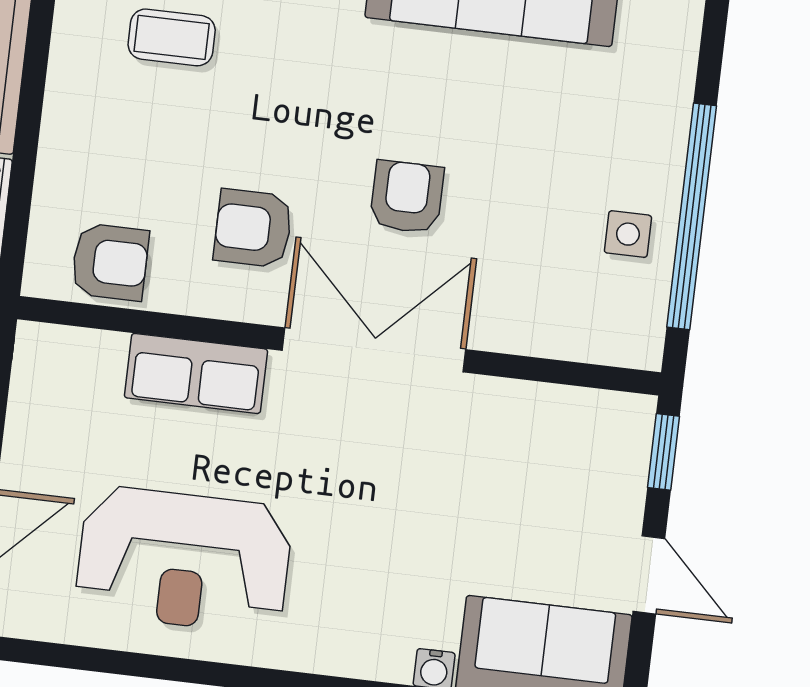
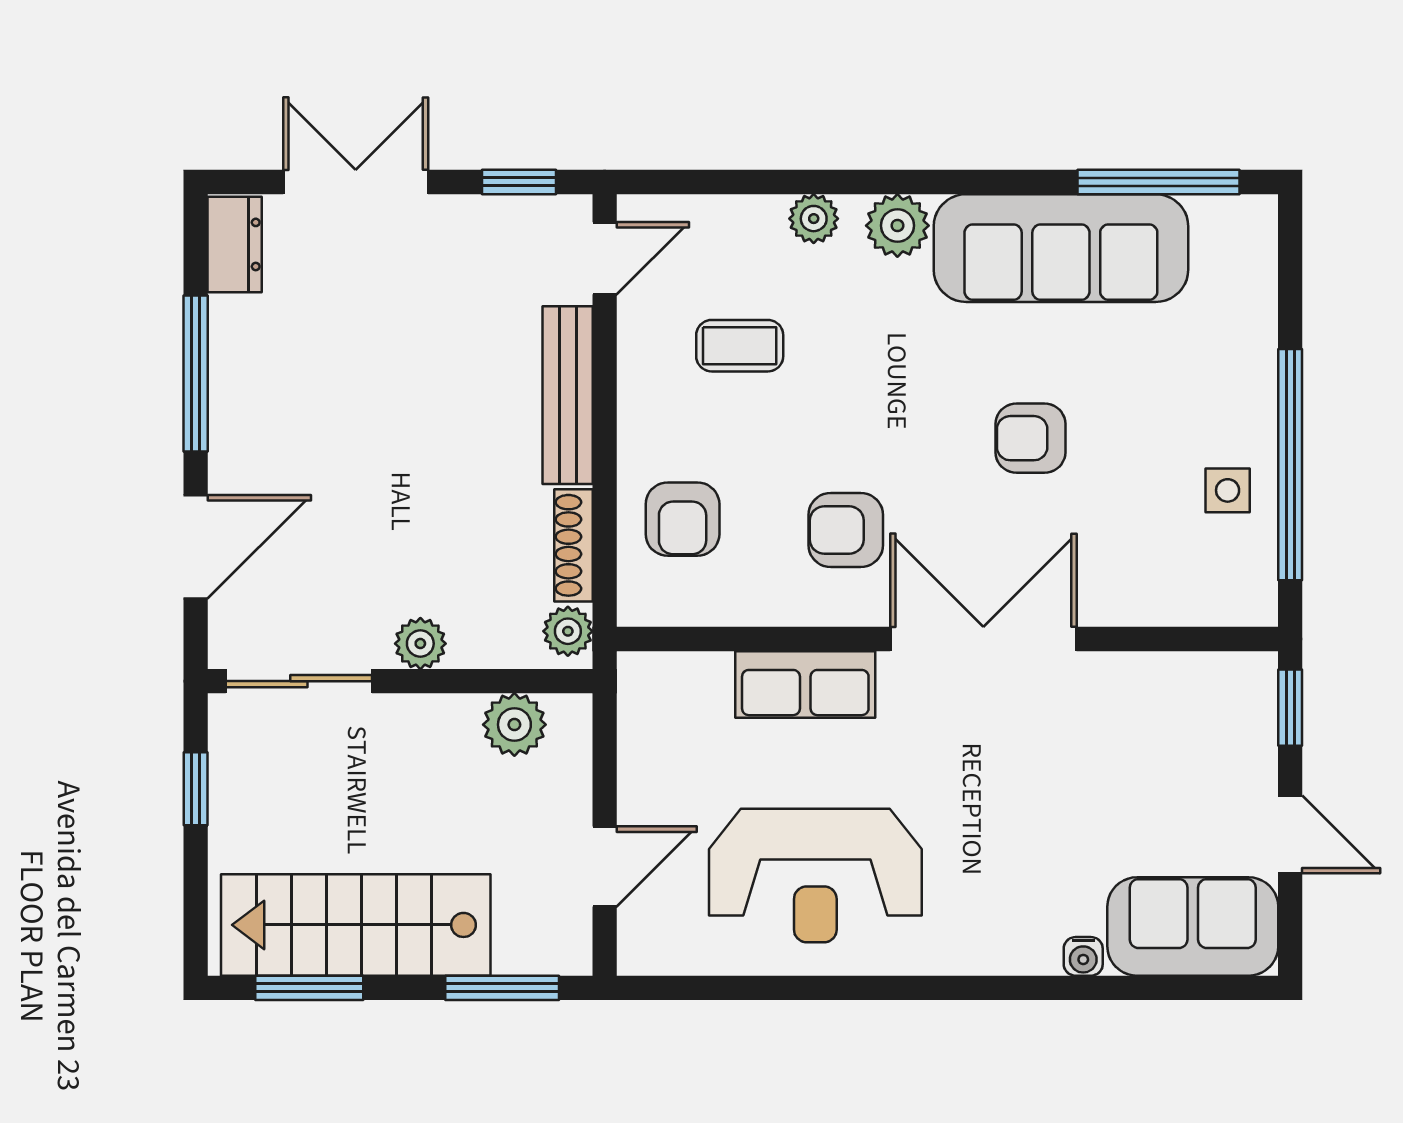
armchair: (407, 197) -> (1030, 438), moved, turned -90
armchair: (110, 262) -> (683, 519), moved, turned 90

